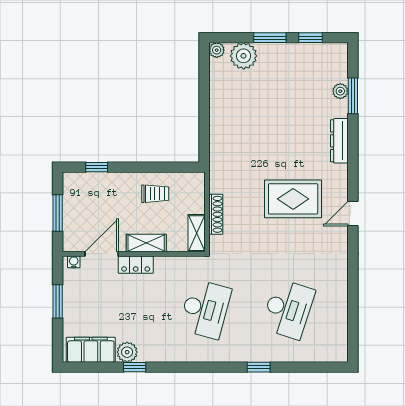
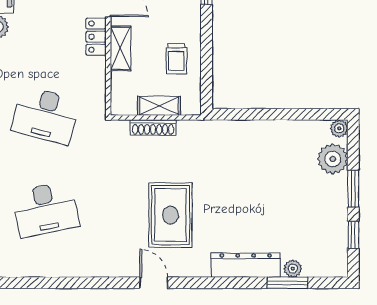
dresser: (339, 141) -> (246, 265), width x1.37, depth x1.24
shelving: (197, 233) -> (159, 106), moved
desk: (288, 309) -> (46, 209), turned -30

